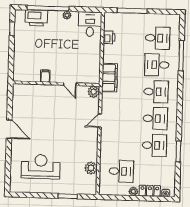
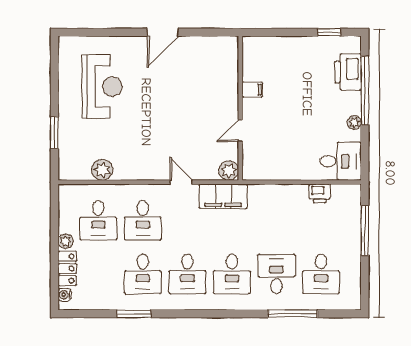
filing cabinet: (110, 78) -> (223, 196), moved
desk: (122, 144) -> (143, 220), added

